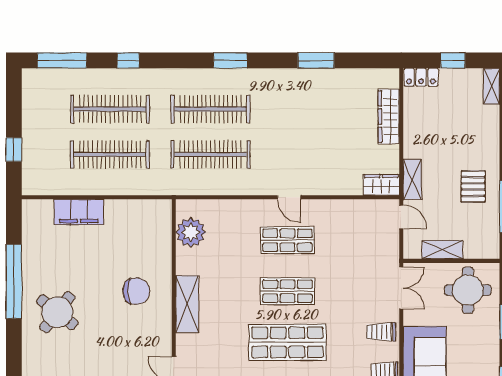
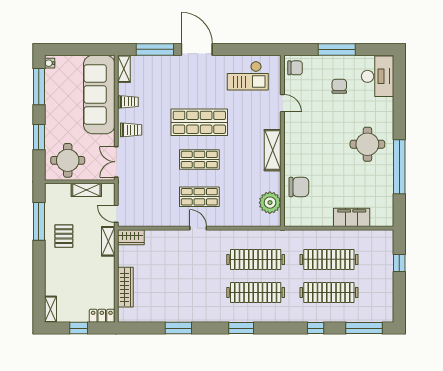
chair: (136, 291) -> (299, 187), moved, turned 180
round table: (57, 312) -> (367, 144), turned -38

